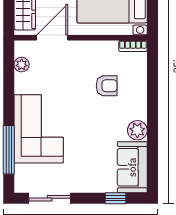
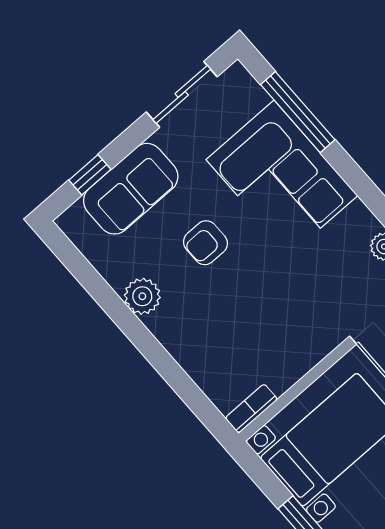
armchair: (107, 86) -> (205, 243), moved
sofa: (132, 167) -> (131, 189), moved, turned 90

